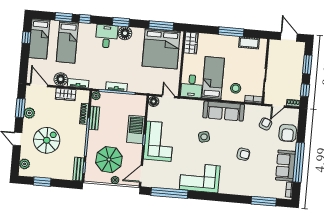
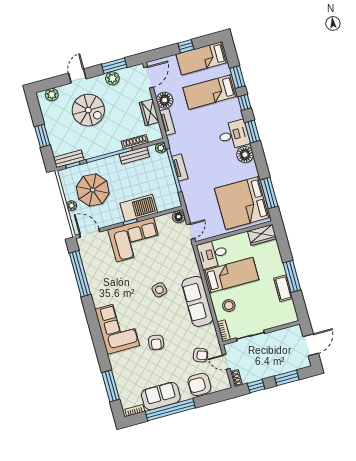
window: (121, 22) -> (252, 132), moved
window: (26, 38) -> (186, 46), moved
cot: (249, 43) -> (283, 288), moved
corner sofa: (200, 178) -> (117, 327), moved
window: (42, 182) -> (42, 136), moved

